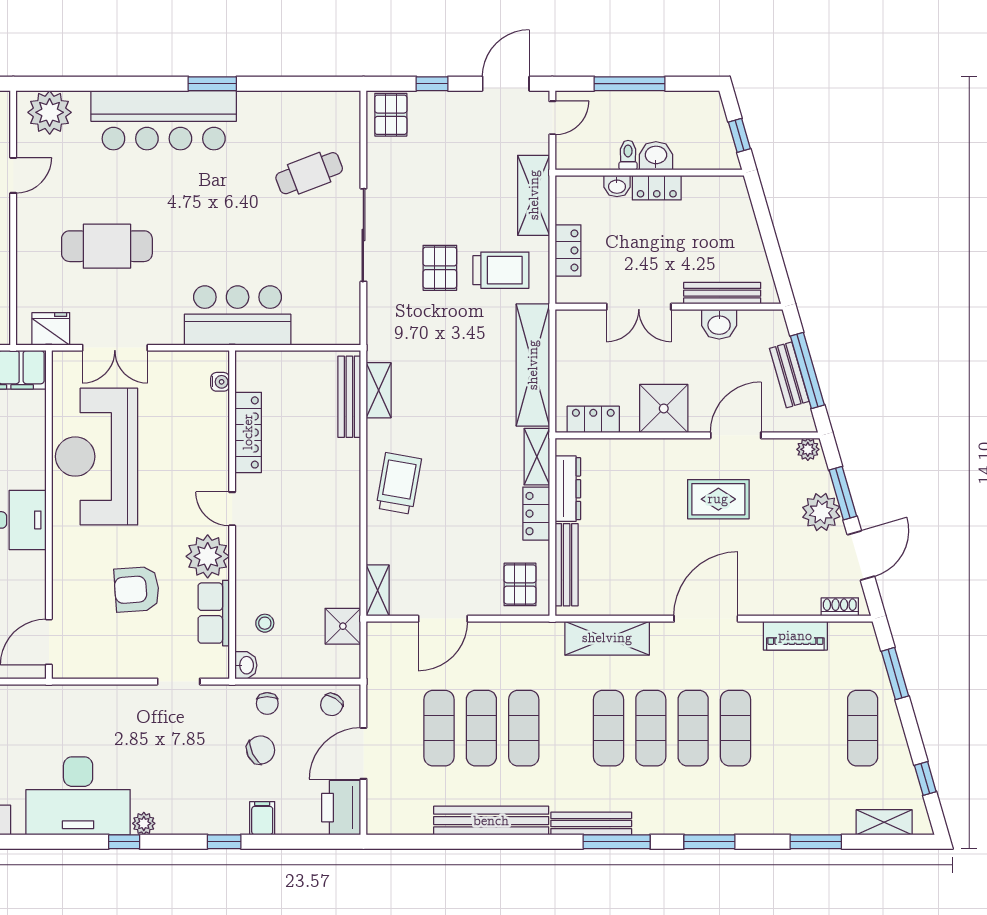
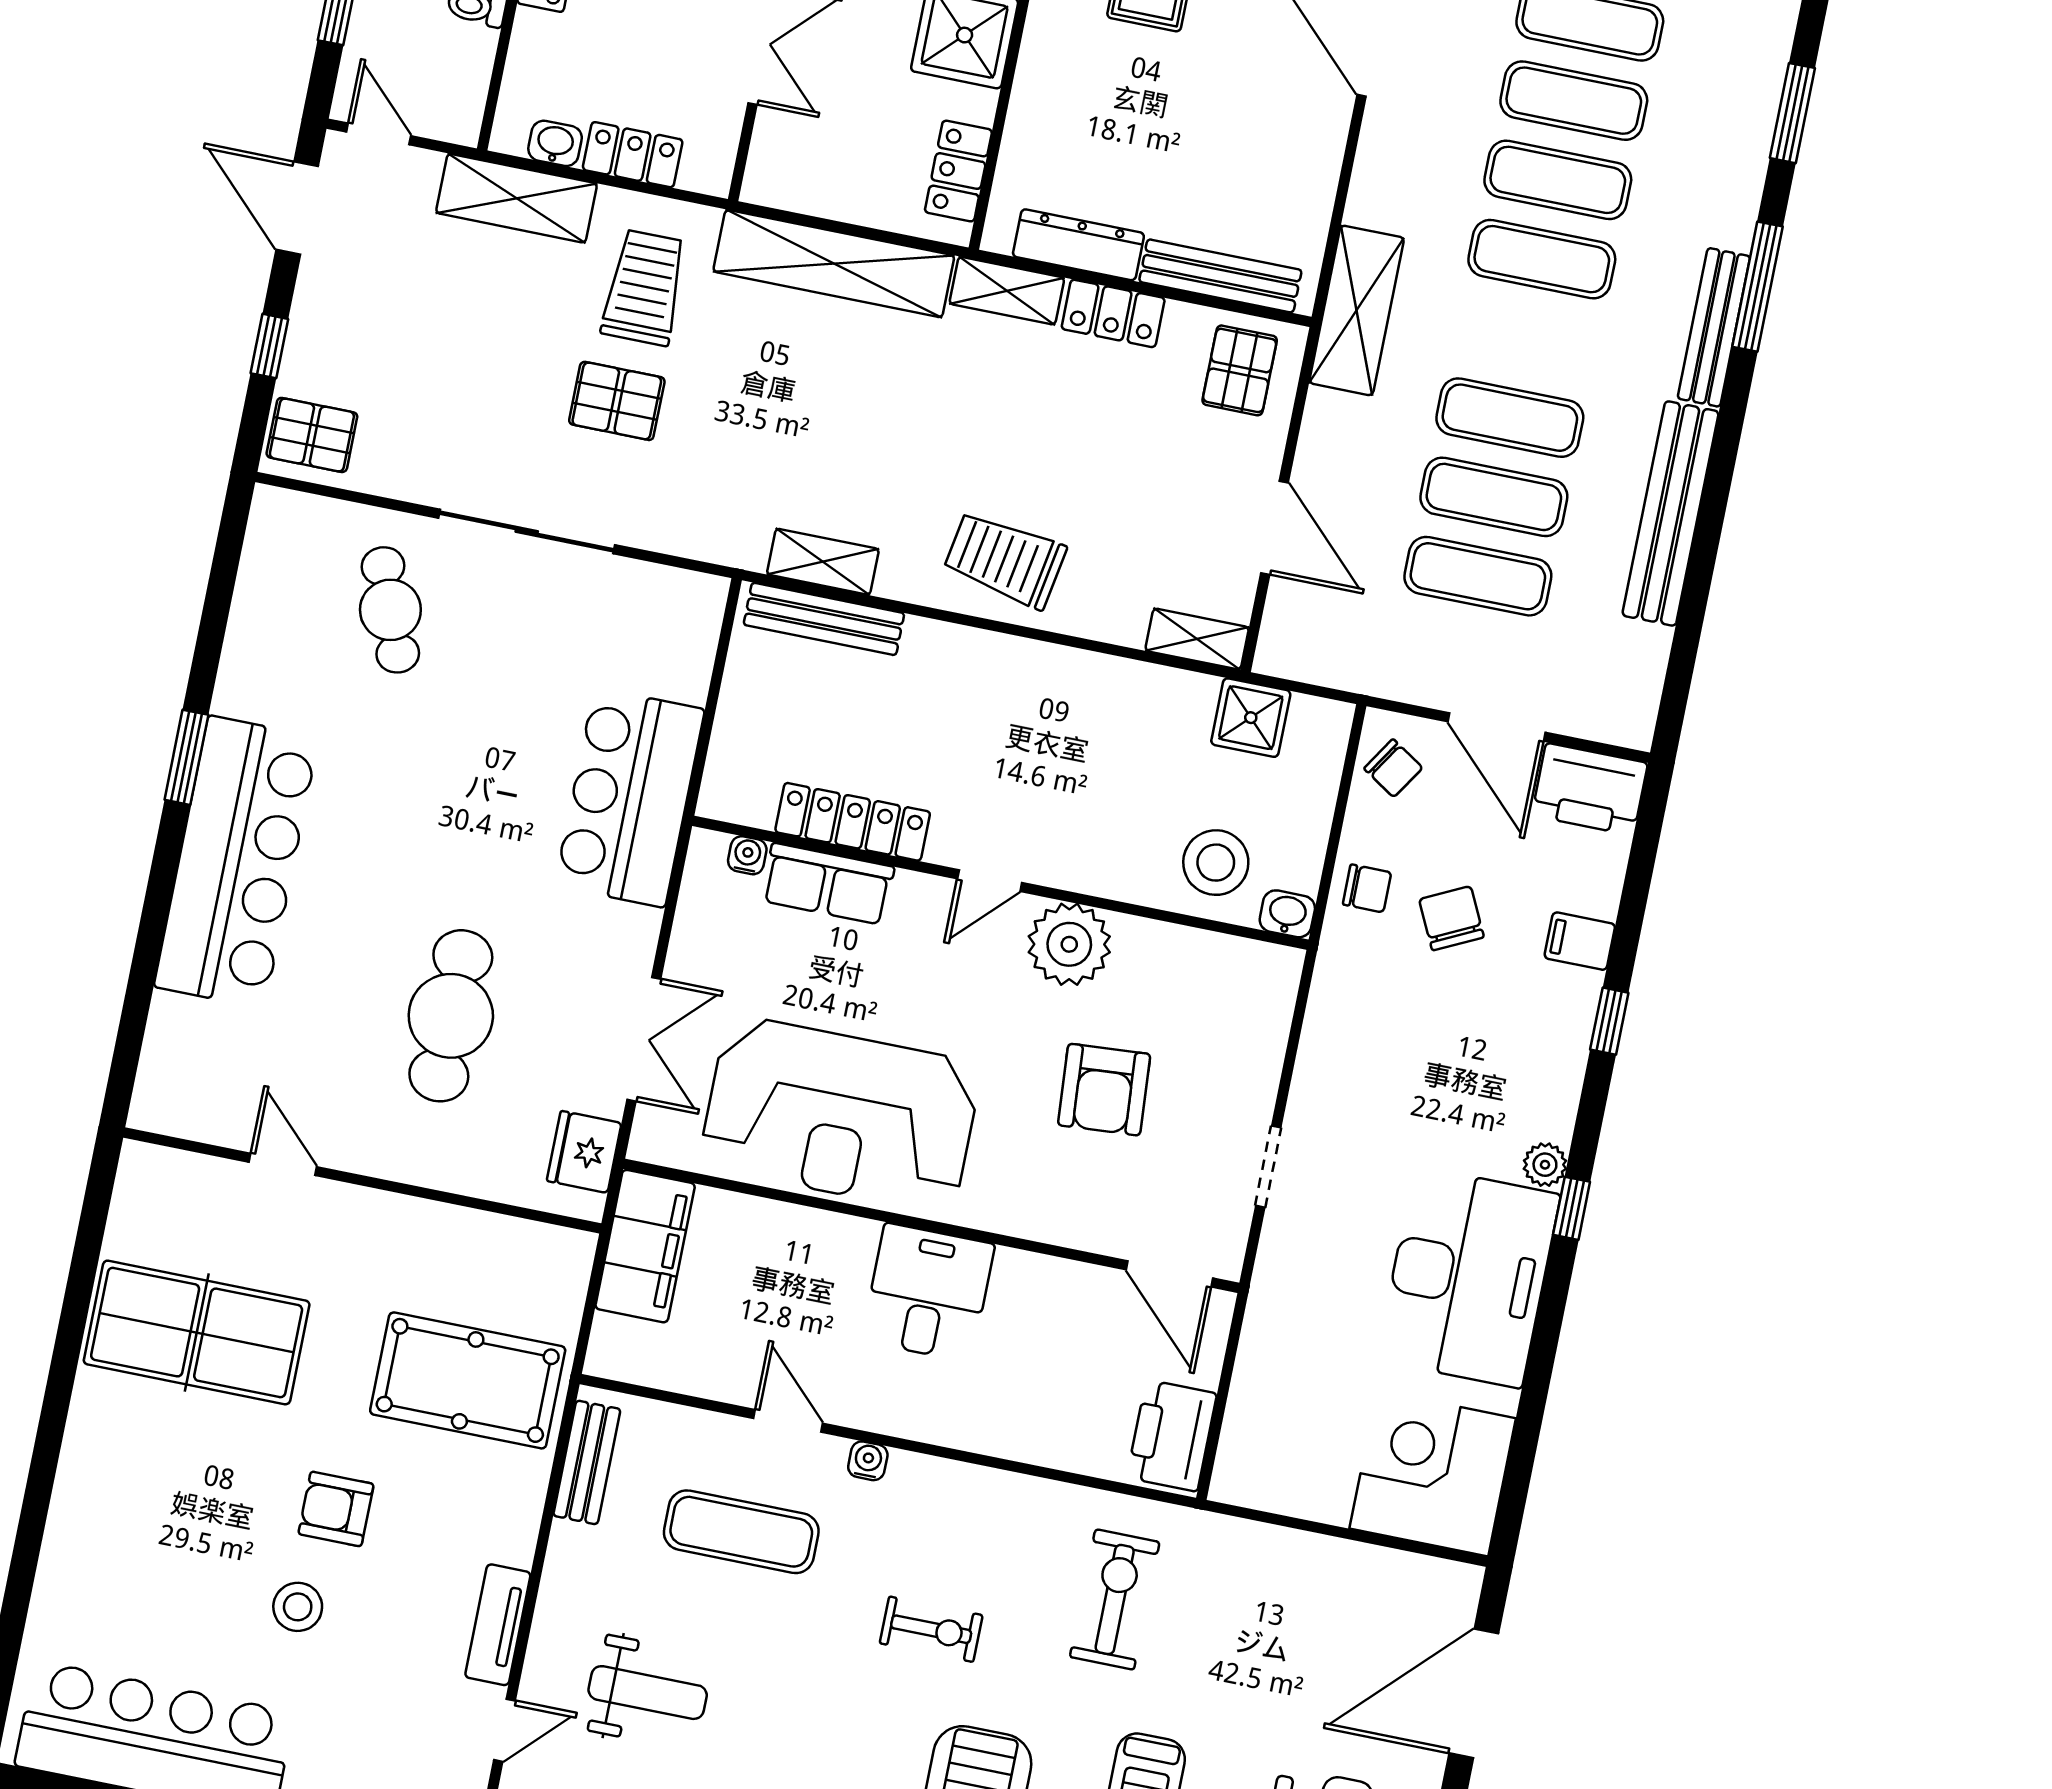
plant: (50, 112) -> (179, 1073), removed
washbasin: (617, 186) -> (555, 143), moved, turned -90
pallet: (520, 584) -> (1240, 370), turned 90
row of seats: (214, 613) -> (828, 884), moved
stool: (265, 623) -> (1216, 863), width x1.89, depth x1.89
shelving: (607, 638) -> (1357, 310), moved
doorway: (179, 682) -> (1268, 1167), moved

